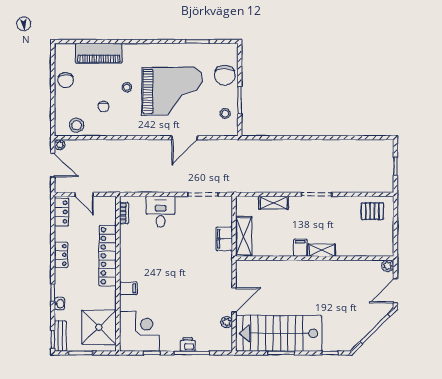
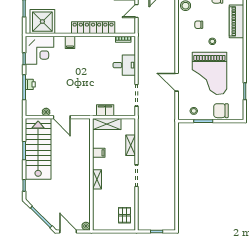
filing cabinet: (300, 248) -> (99, 153), moved

